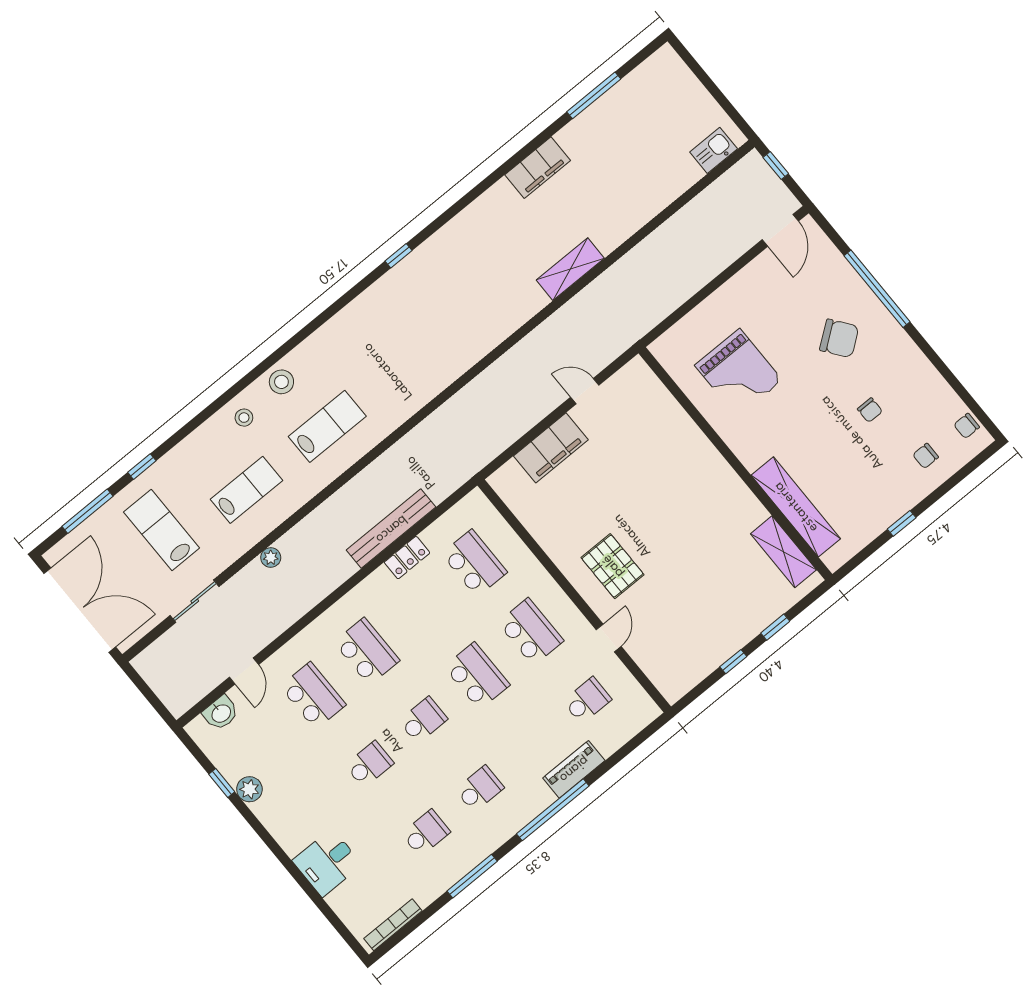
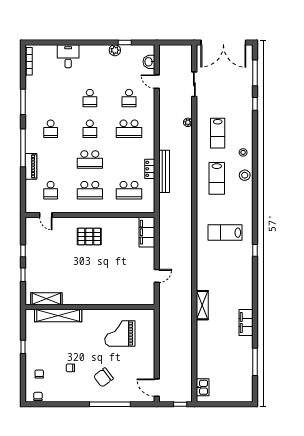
filing cabinet: (551, 448) -> (147, 232), moved
lab bench: (162, 530) -> (225, 233), moved, turned 180
door: (609, 638) -> (46, 215), moved
school desk: (313, 696) -> (129, 98), width x0.54
school desk: (426, 833) -> (51, 98), removed

